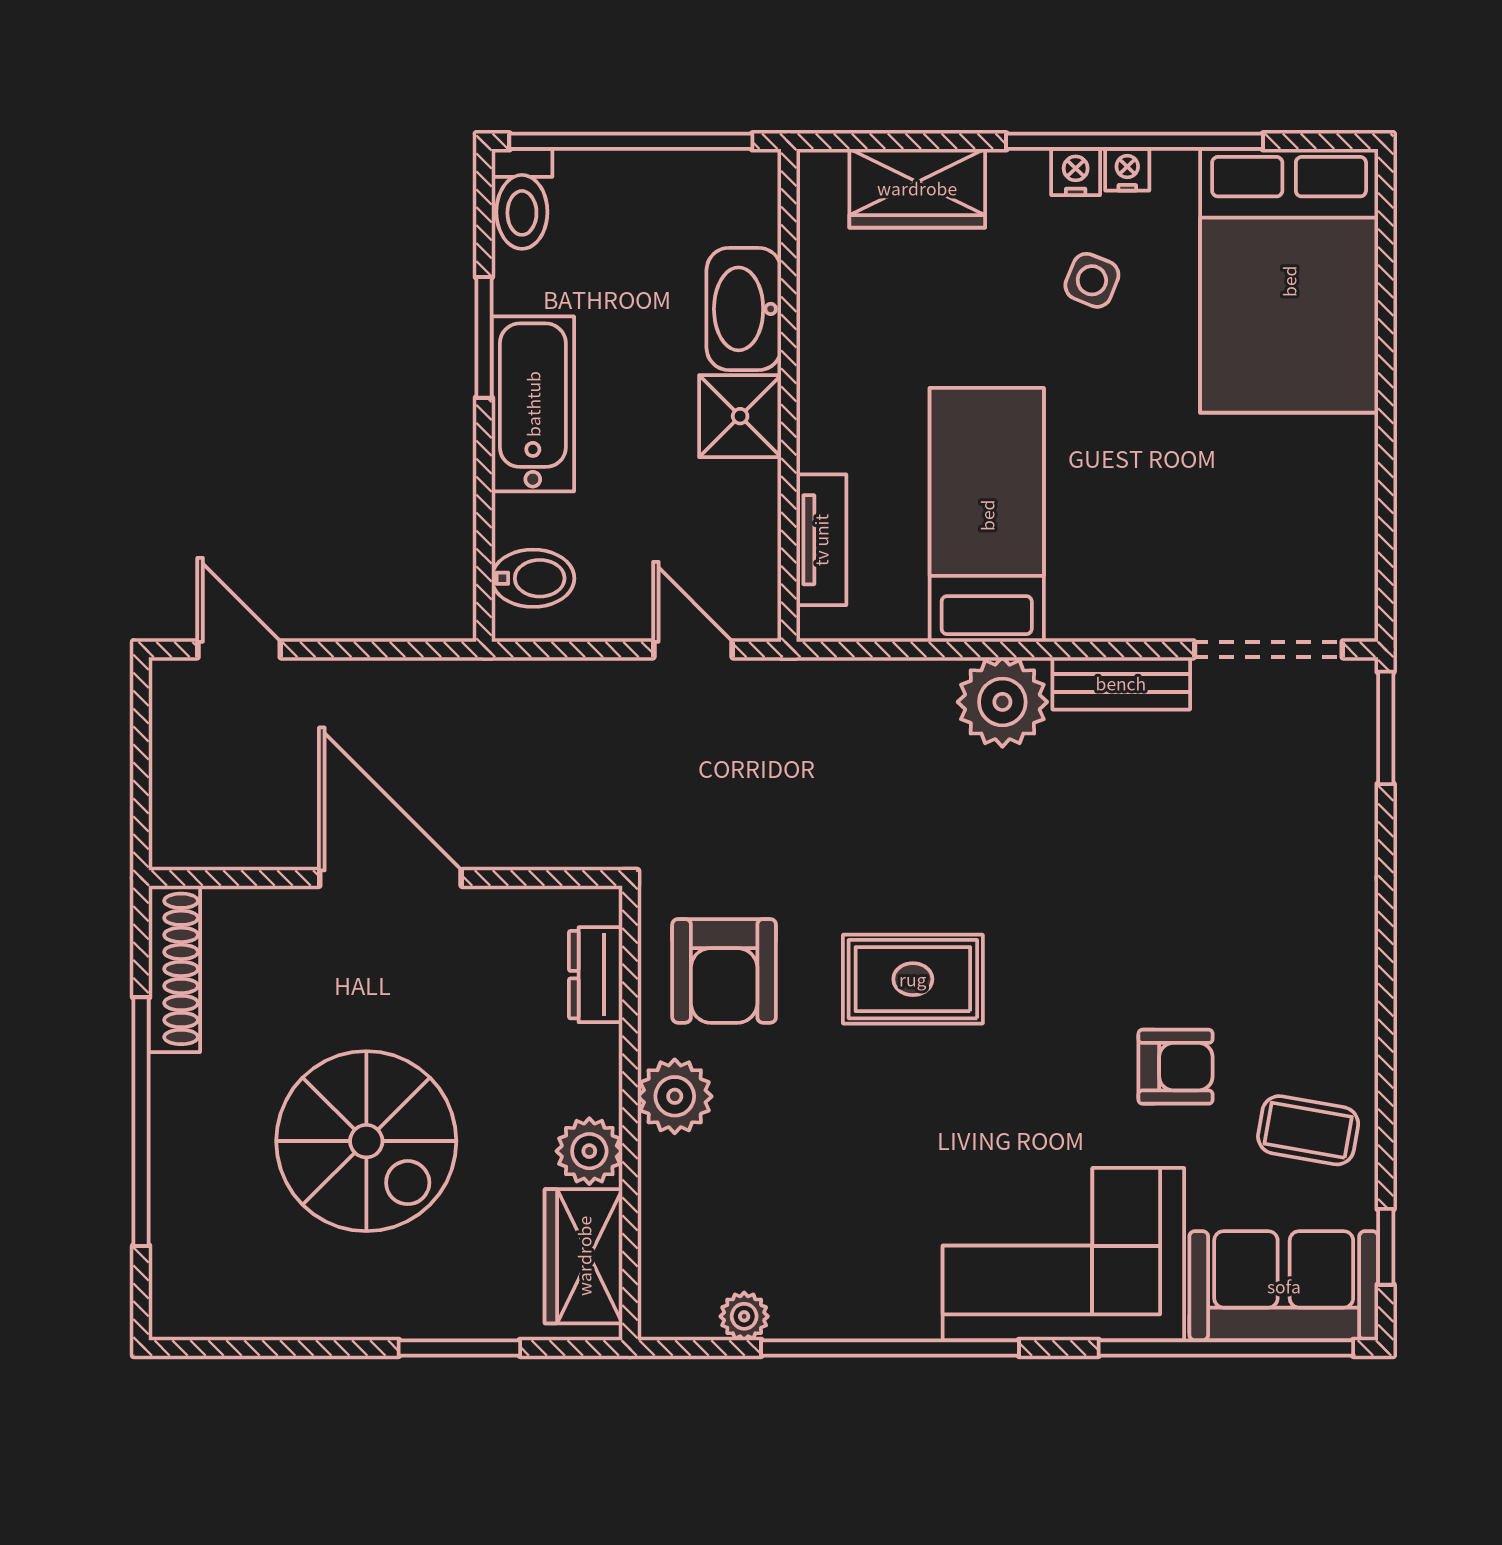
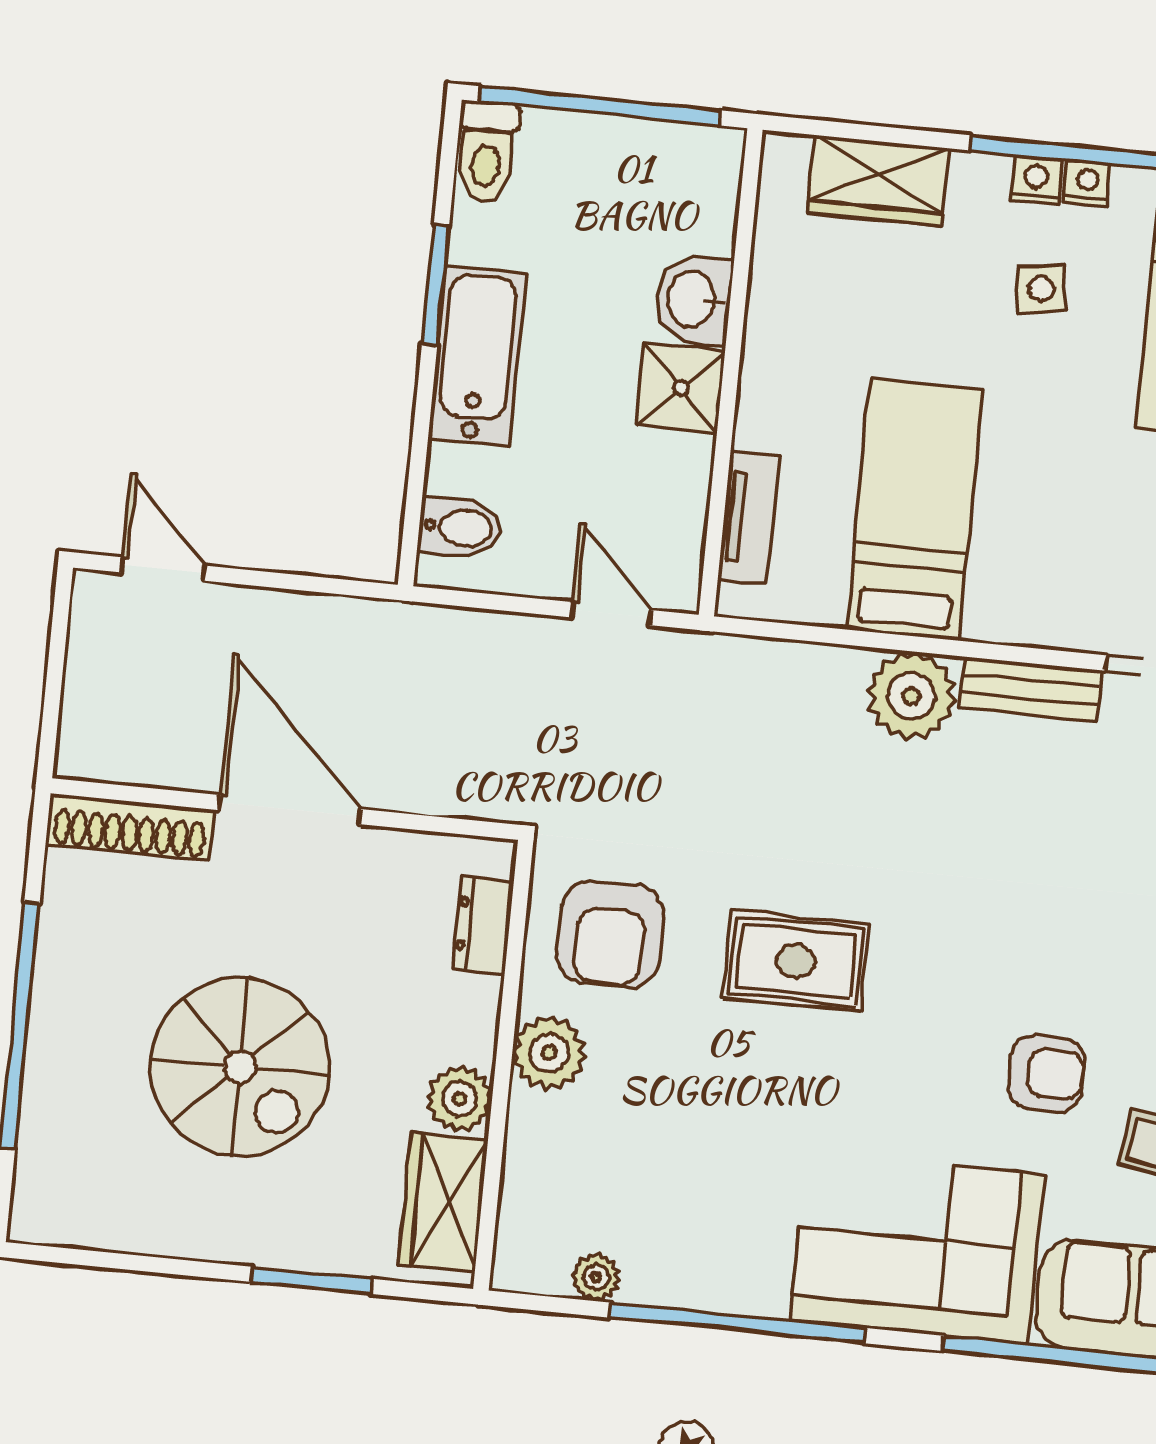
side table: (1092, 280) -> (1041, 289), turned -30
washbasin: (744, 309) -> (693, 299), width x0.72
shoe rack: (174, 969) -> (130, 827), moved, turned 90

